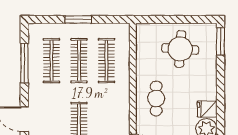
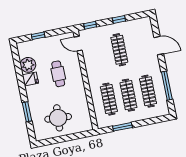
window: (78, 19) -> (122, 127), moved
window: (221, 41) -> (27, 112), moved
cafe table: (156, 98) -> (58, 74), moved

